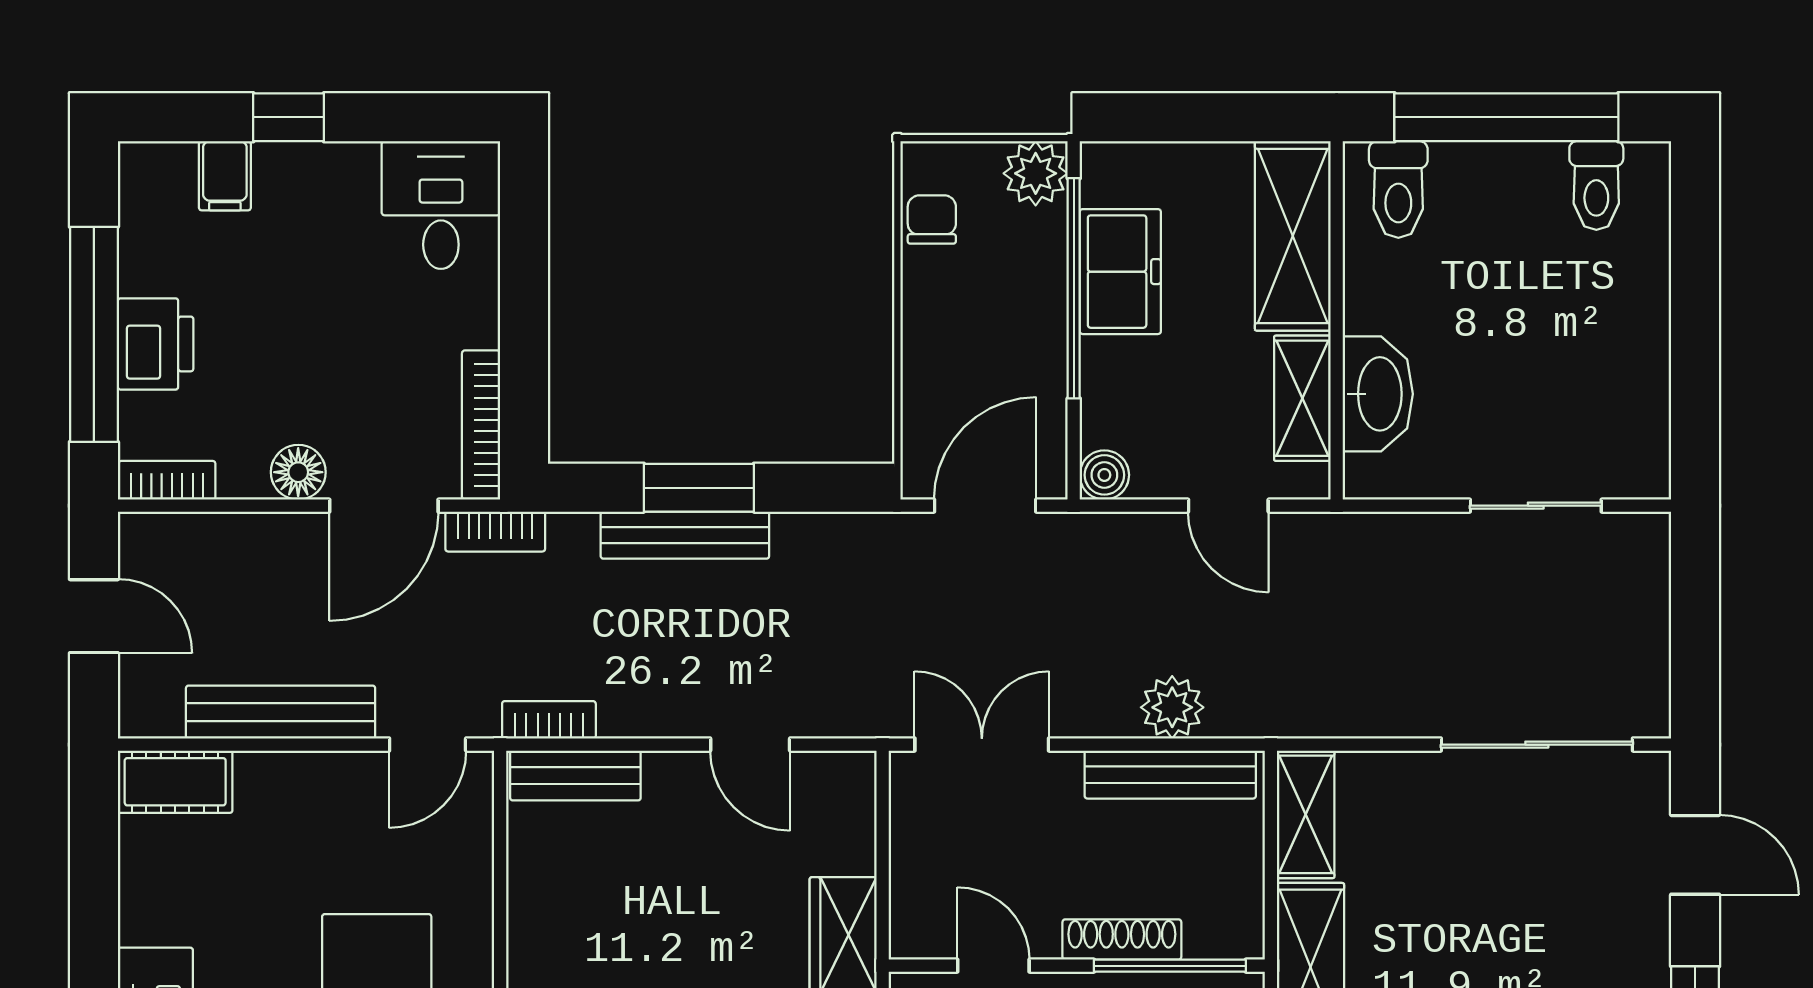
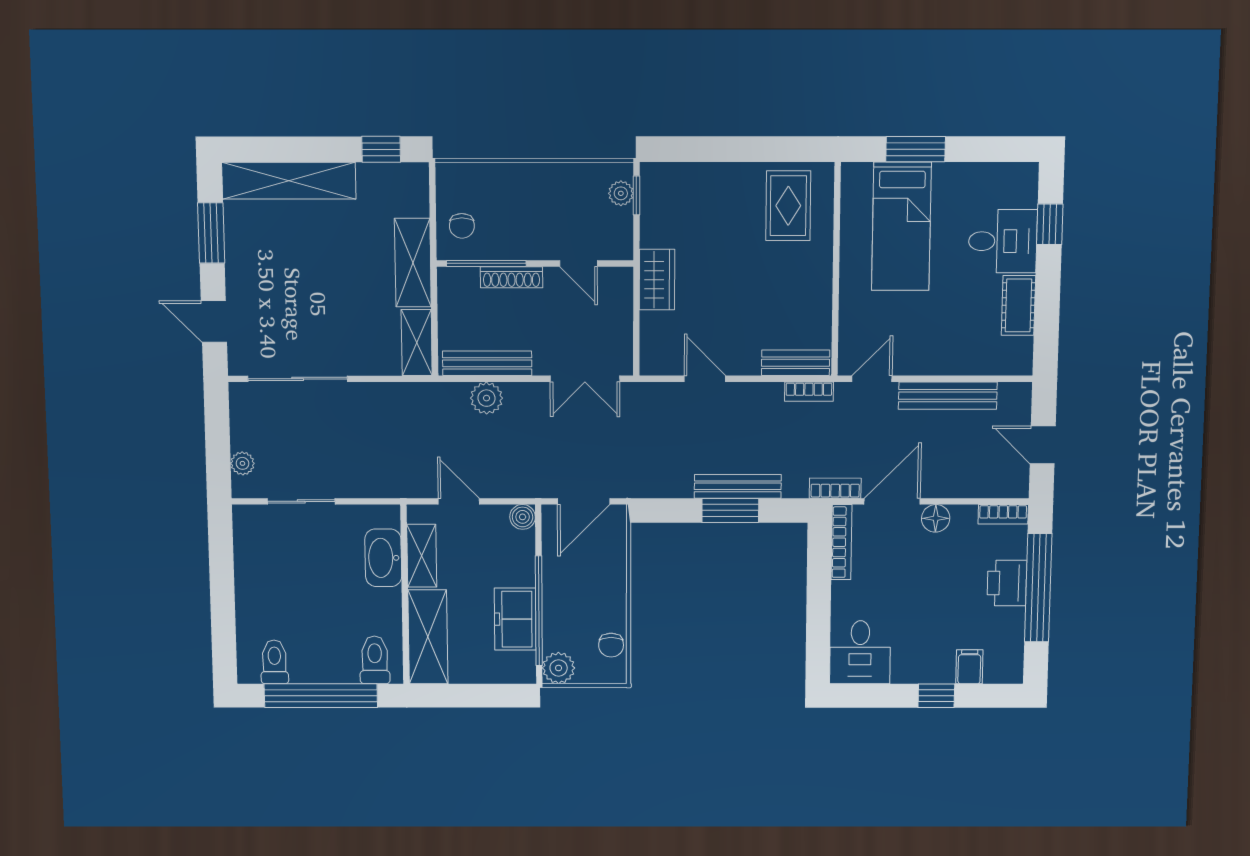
plant: (1648, 580) -> (242, 463), added
cot: (175, 782) -> (1018, 305), moved, turned 90

